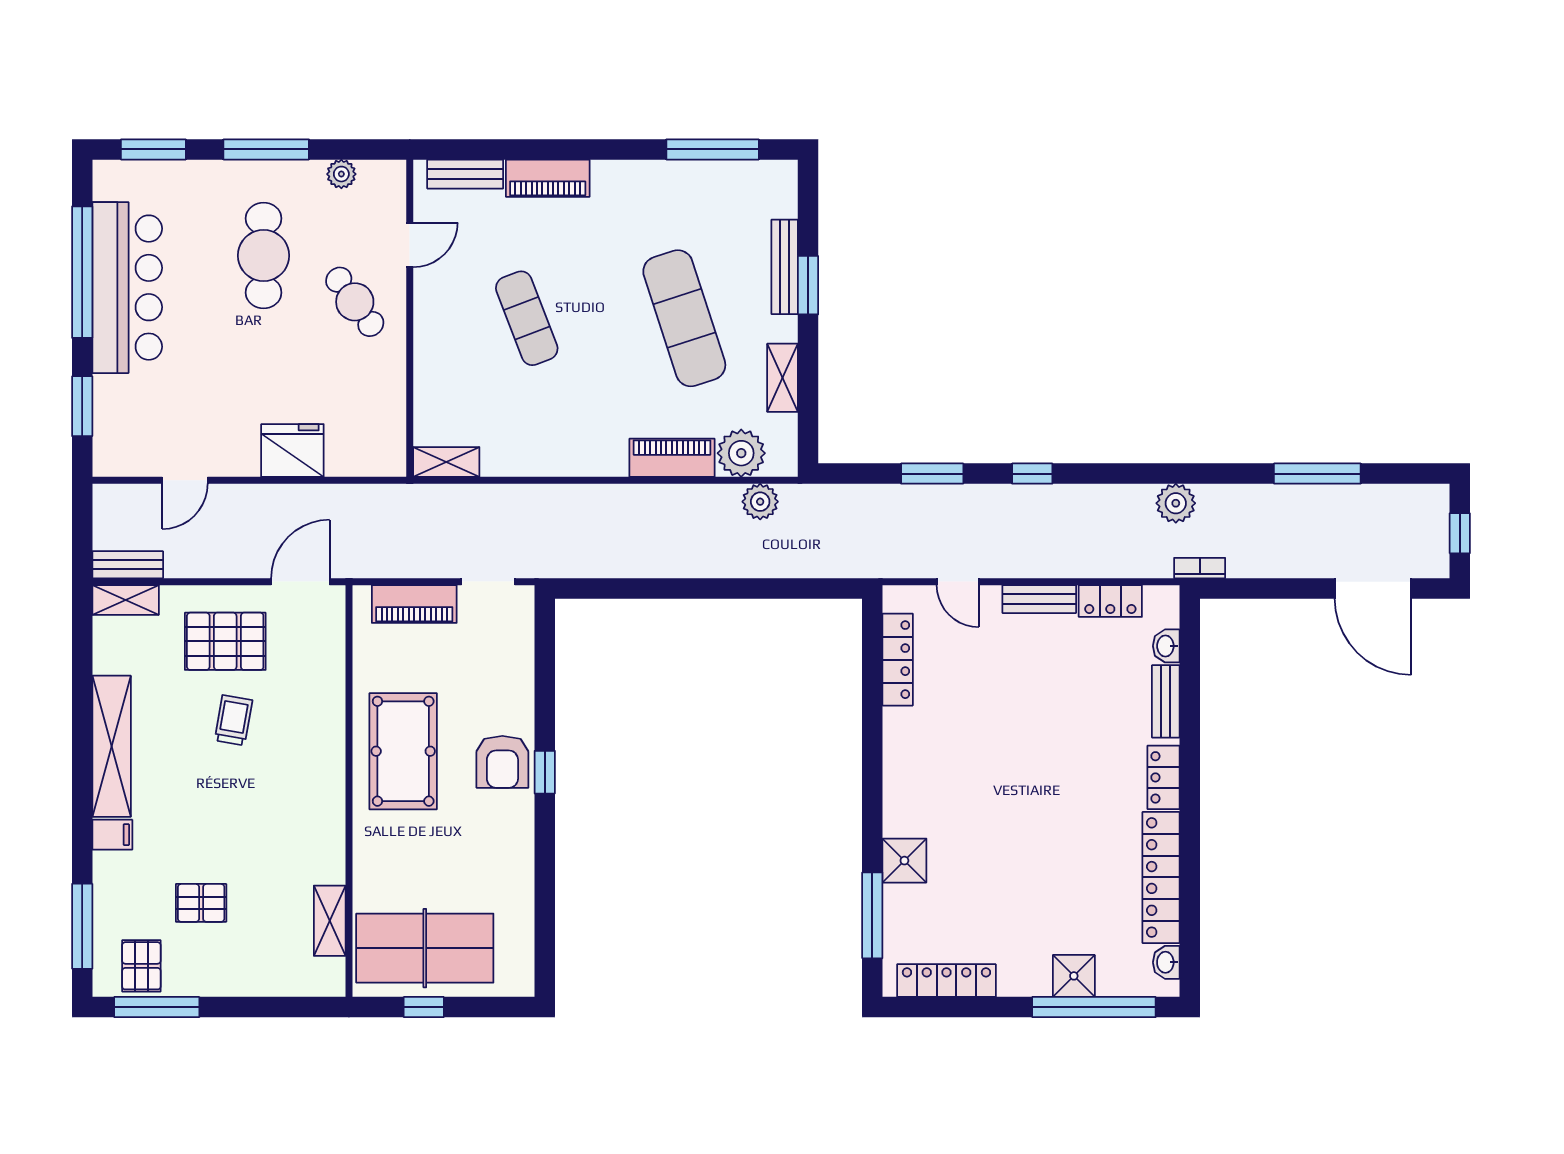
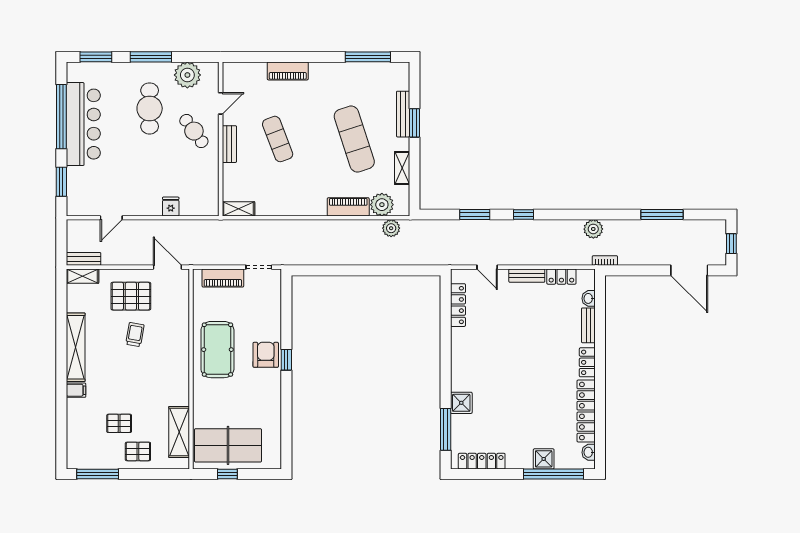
plant: (341, 174) -> (187, 75), width x1.87, depth x1.87
bench: (465, 174) -> (229, 144), moved, turned 90
fridge: (292, 451) -> (171, 207), width x0.53, depth x0.75
door: (300, 582) -> (167, 267), hinge flipped
armchair: (502, 762) -> (266, 355), turned 180
shelving: (330, 921) -> (179, 432), width x1.50, depth x1.33
window: (82, 926) -> (61, 435), removed
pallet: (141, 966) -> (138, 451), moved, turned 90

